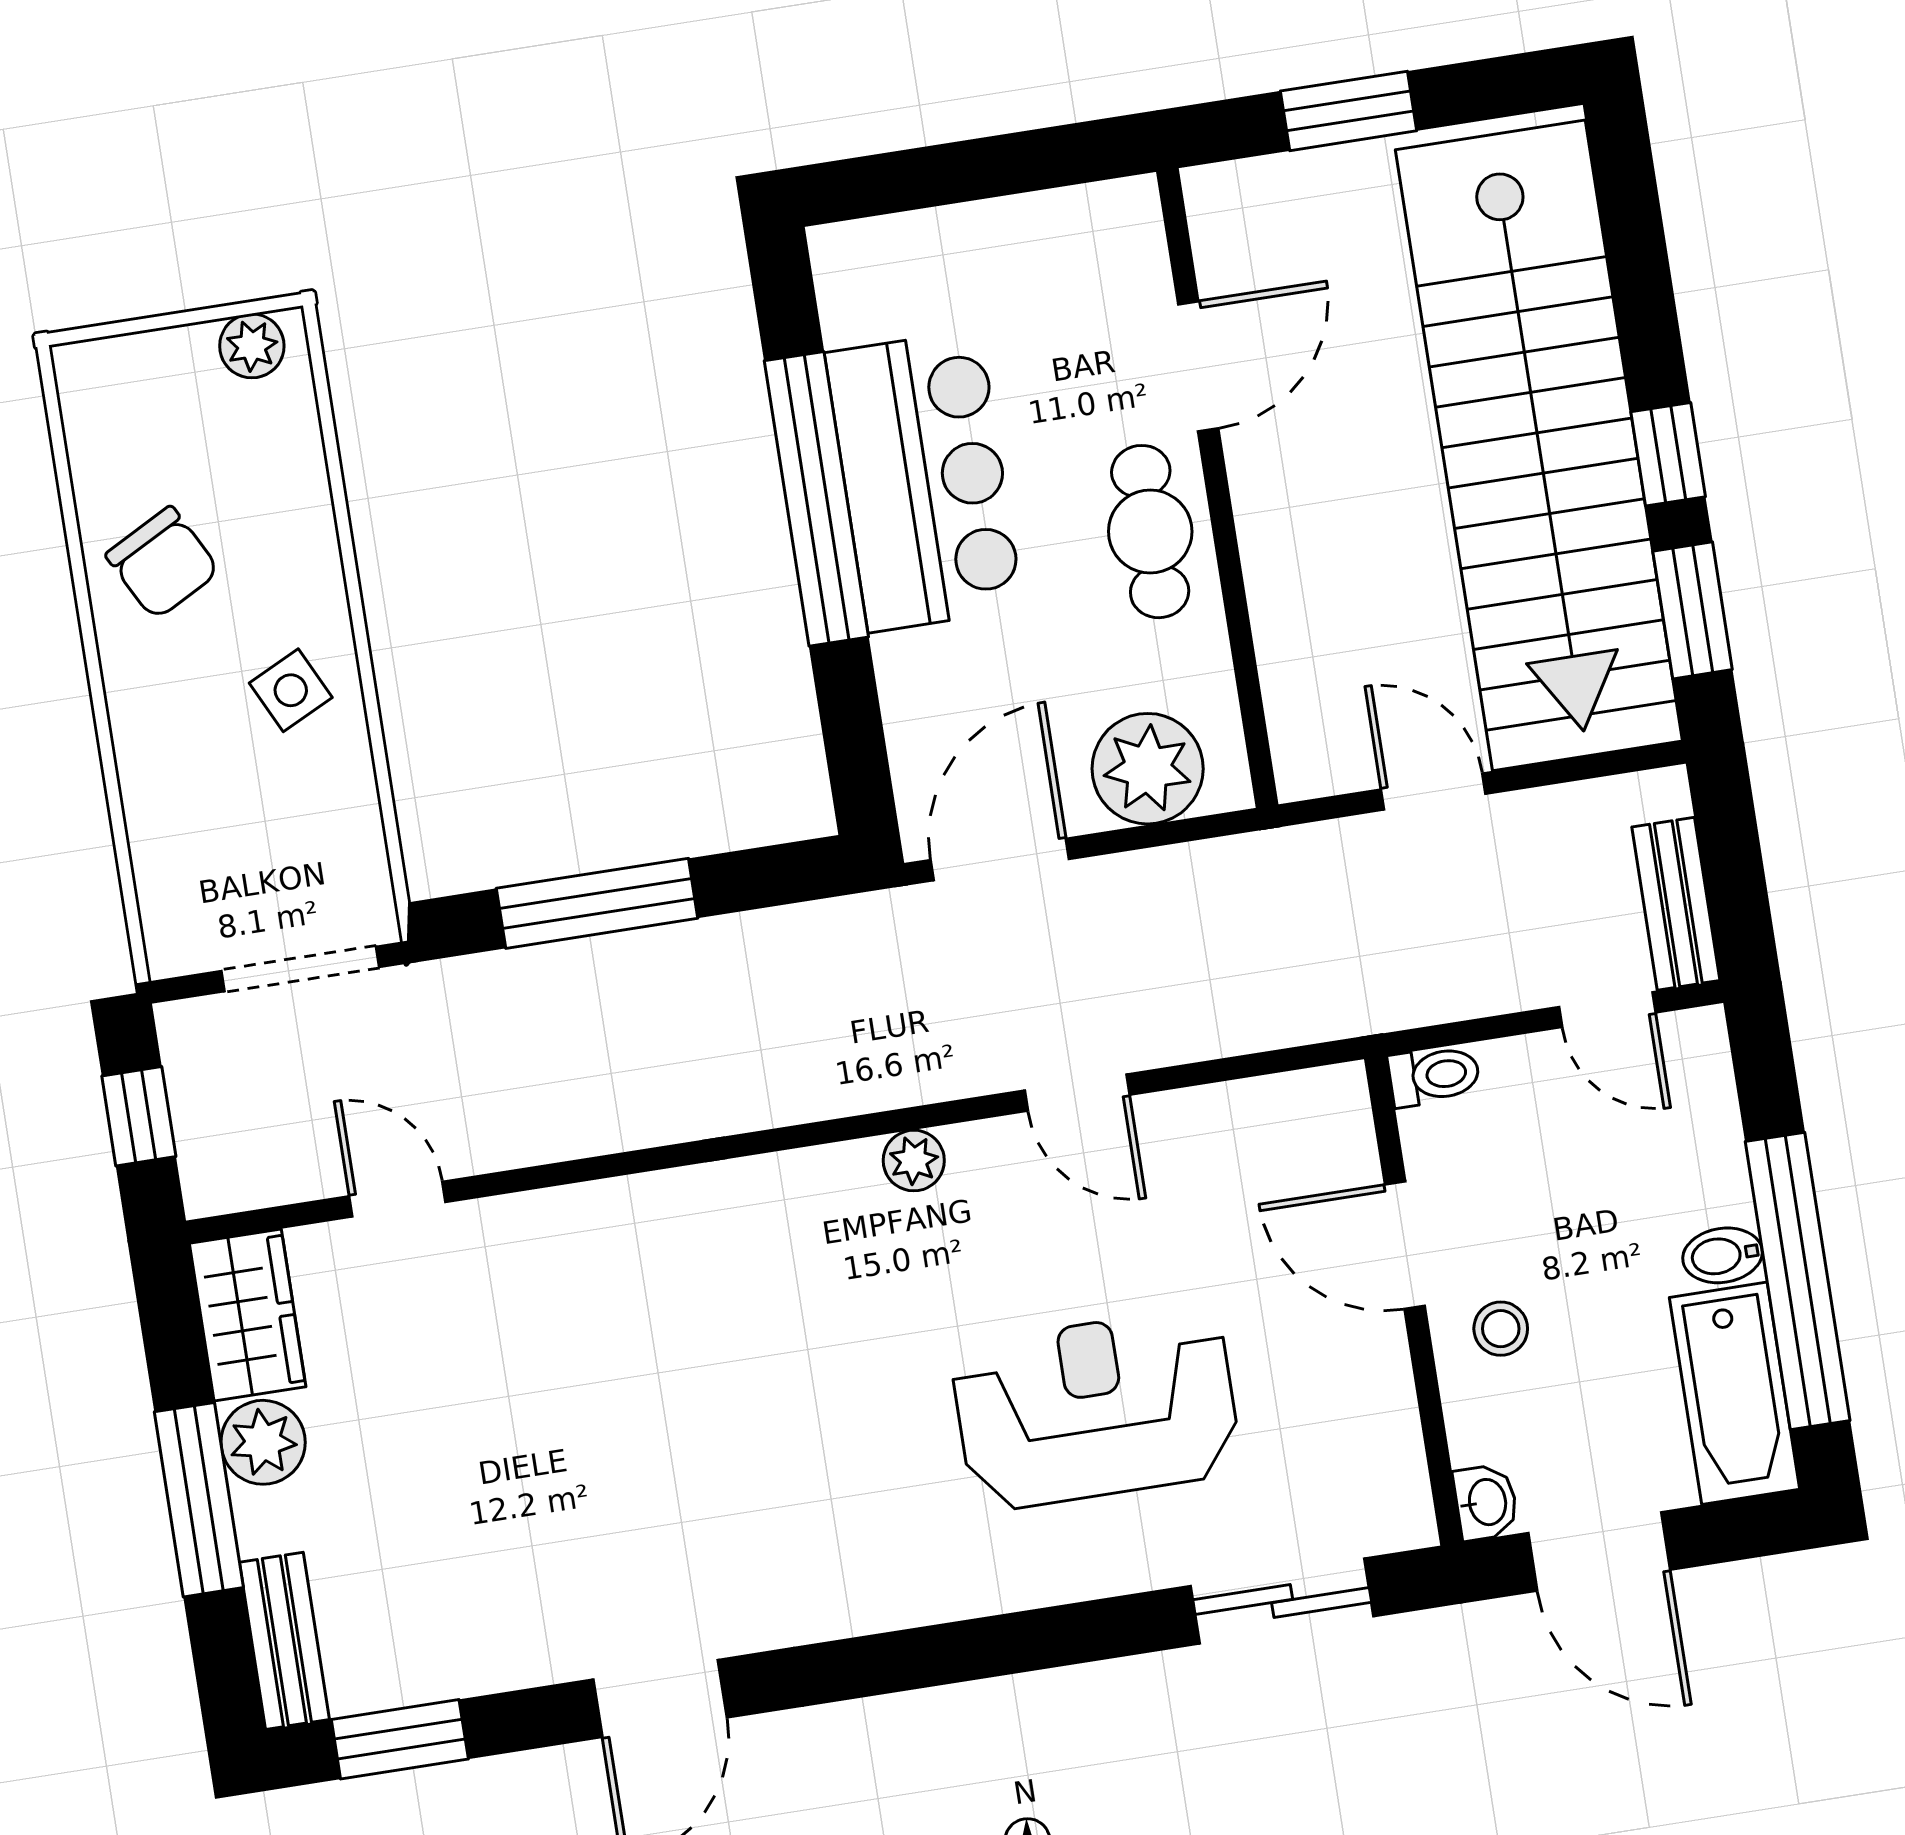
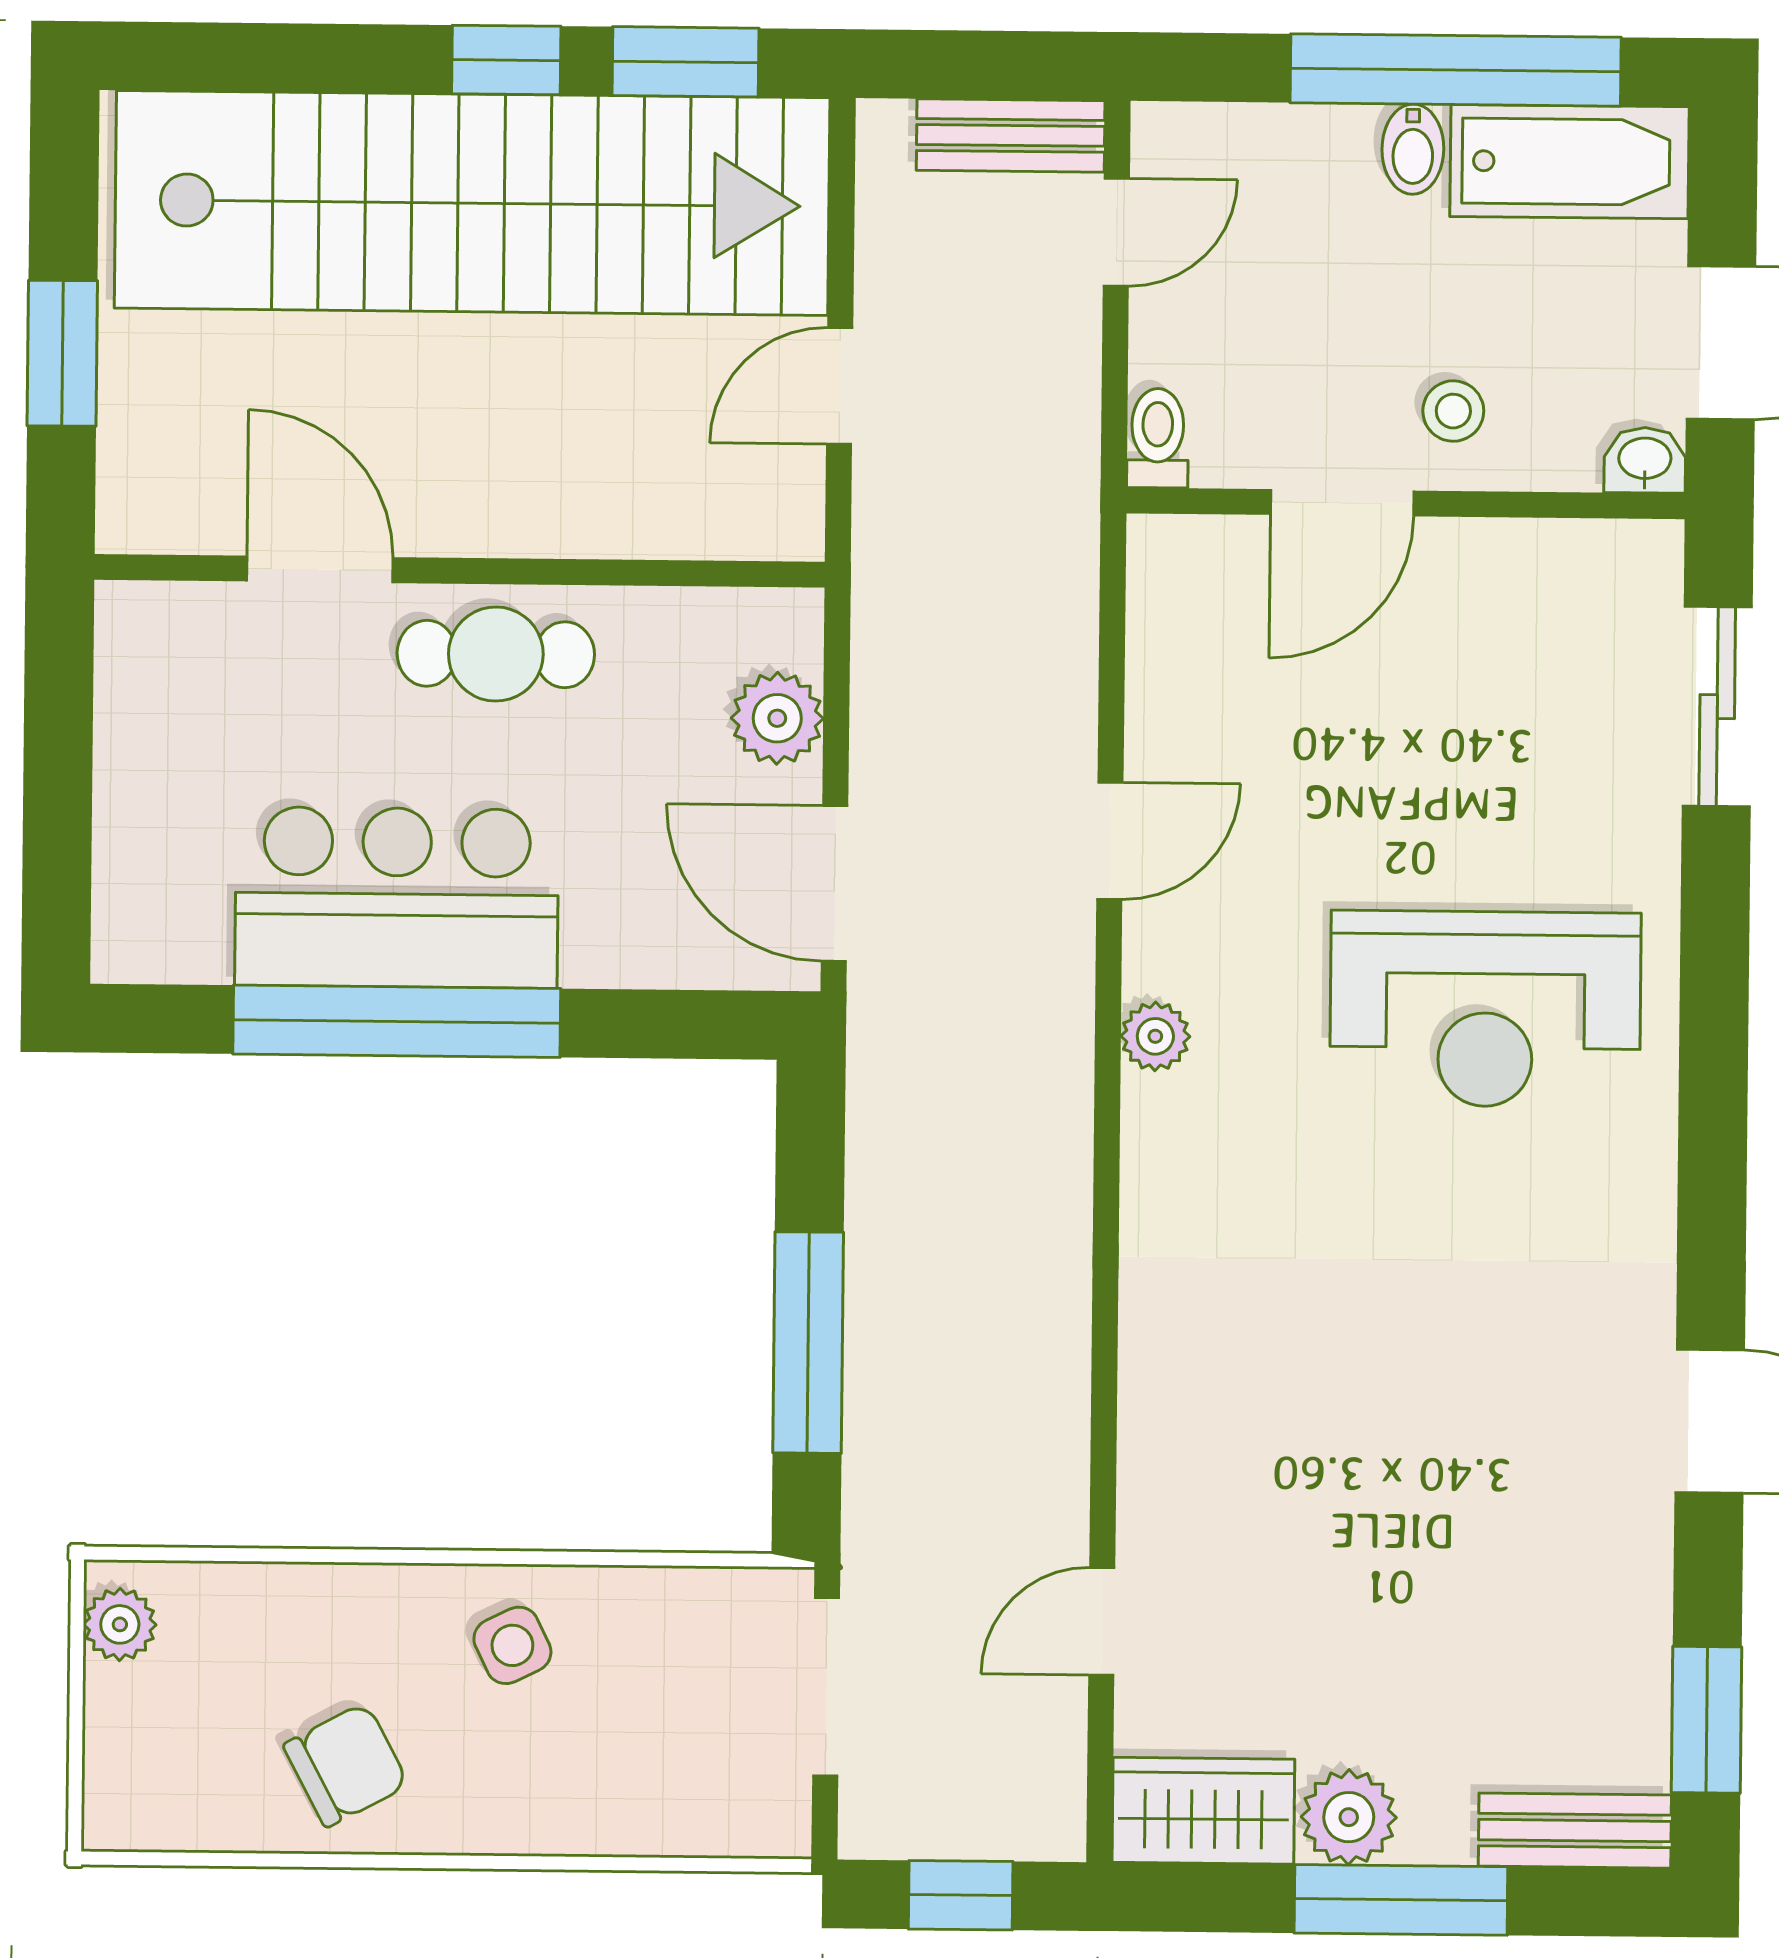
plant: (1148, 769) -> (777, 718), width x0.73, depth x0.73
reception desk: (1096, 1409) -> (1485, 1009), moved, turned -90

